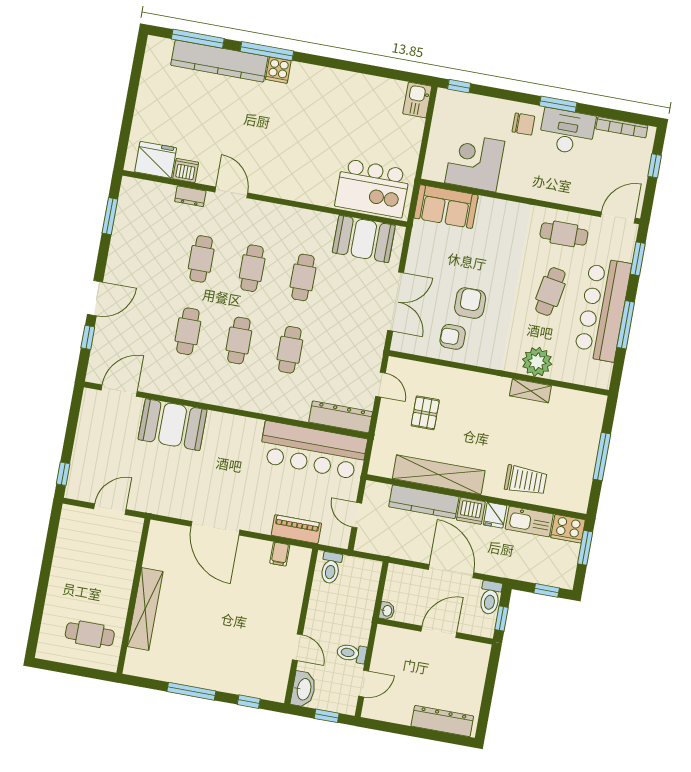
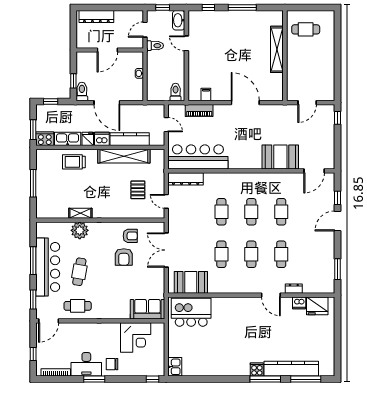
wall: (435, 631) -> (110, 50), moved
door: (439, 632) -> (107, 50), moved

